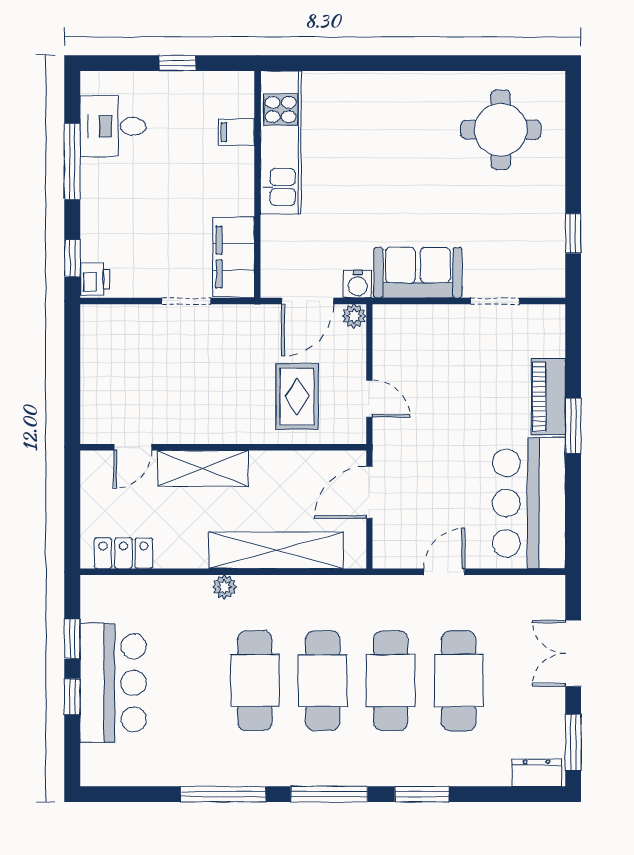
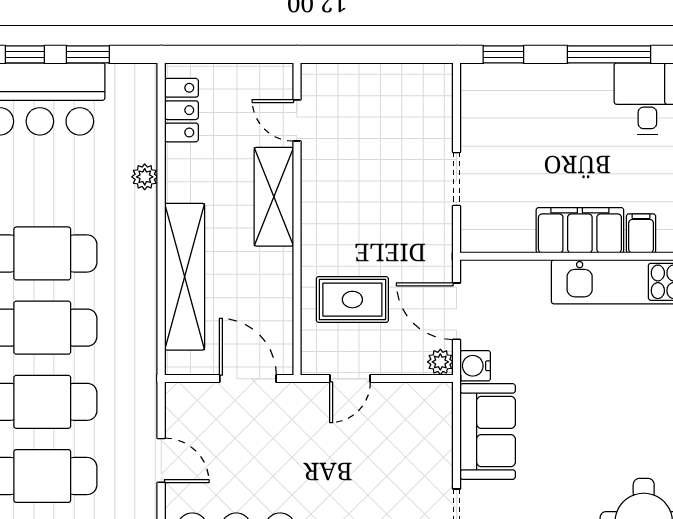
filing cabinet: (233, 257) -> (580, 230), moved
printer: (95, 279) -> (481, 79), removed
plant: (225, 587) -> (145, 177), moved

